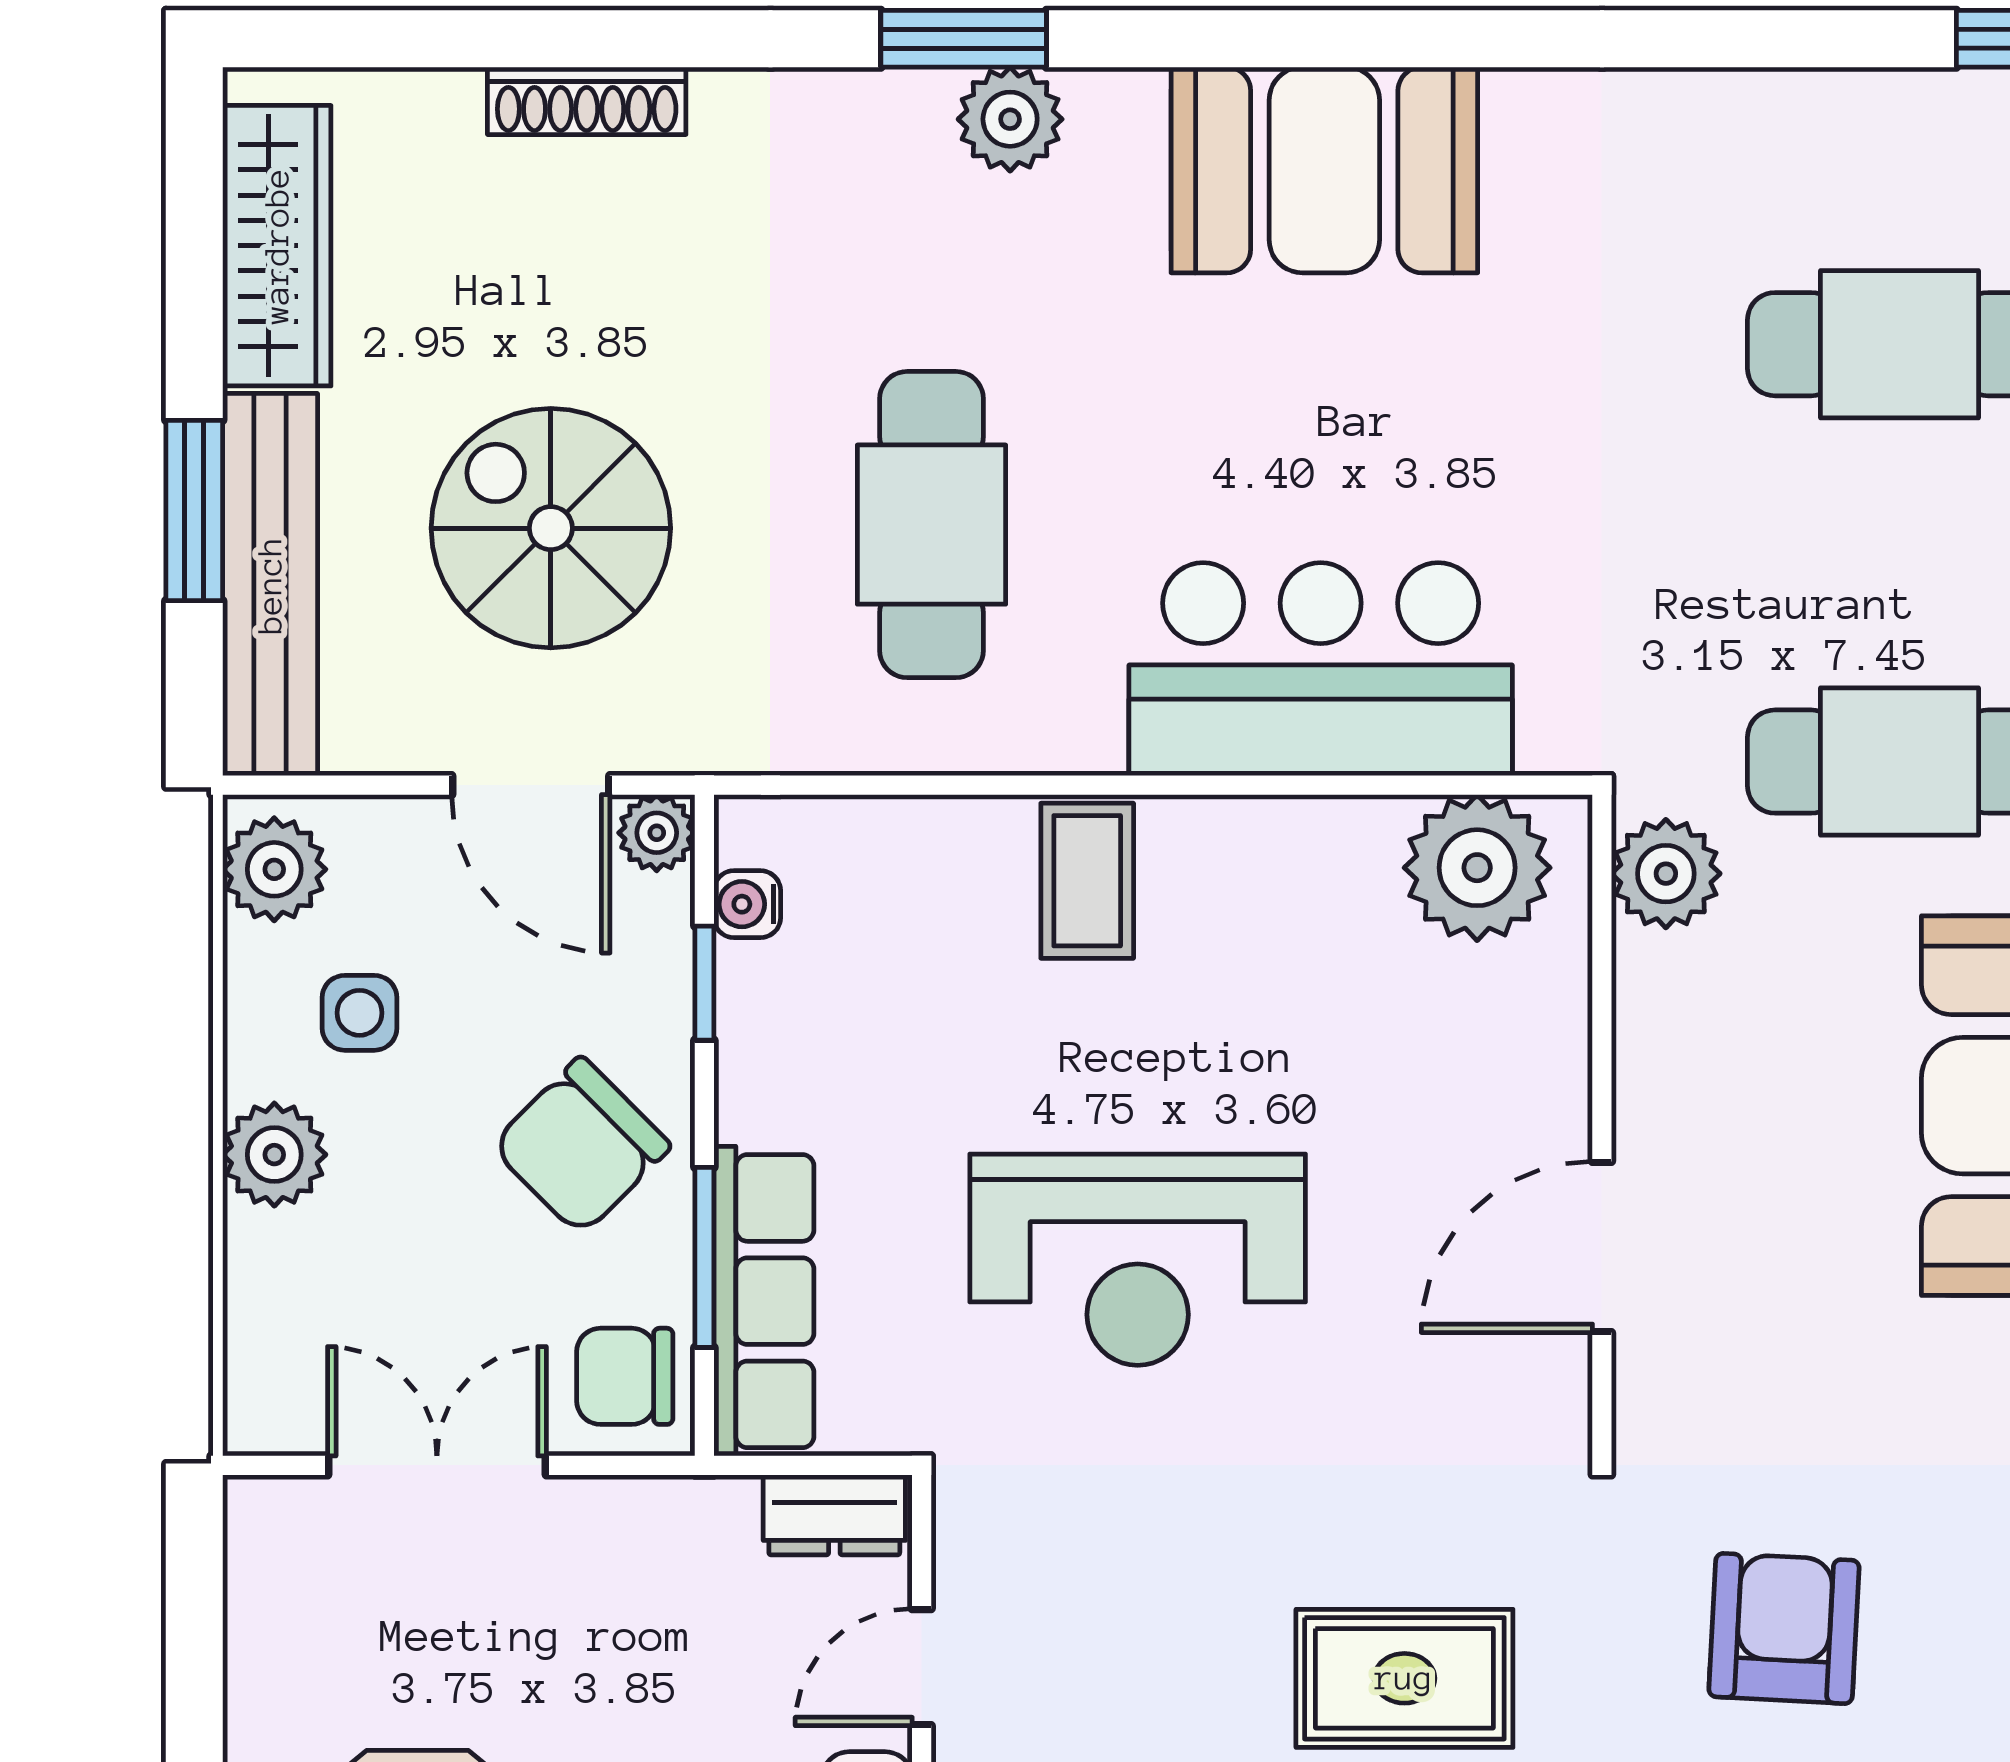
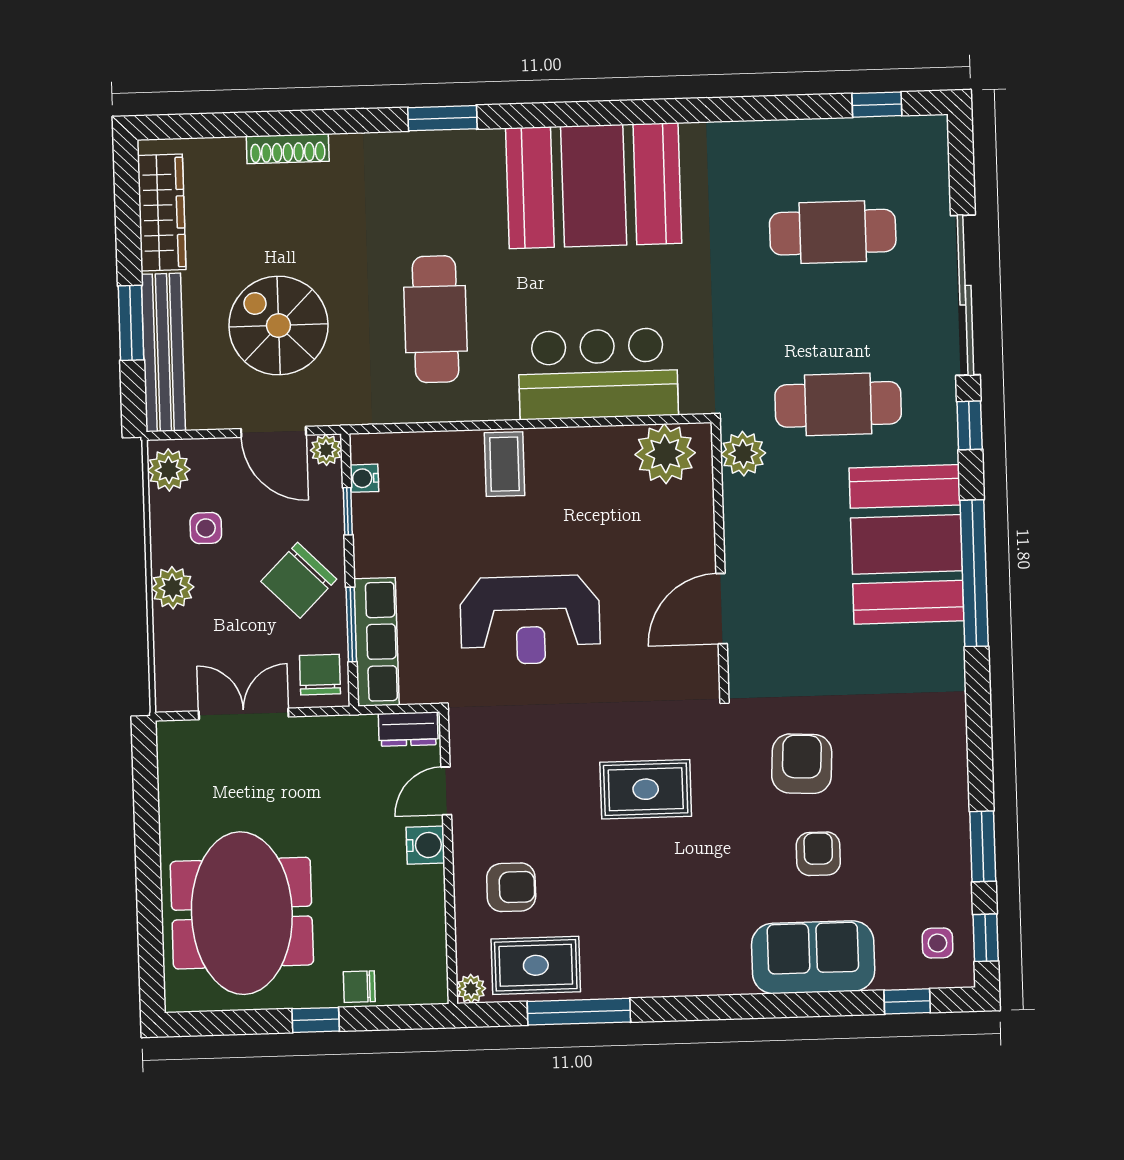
plant: (1010, 119) -> (463, 151), removed
booth: (1324, 170) -> (594, 186), width x1.36, depth x1.42
chair: (625, 1376) -> (320, 675), turned 90

